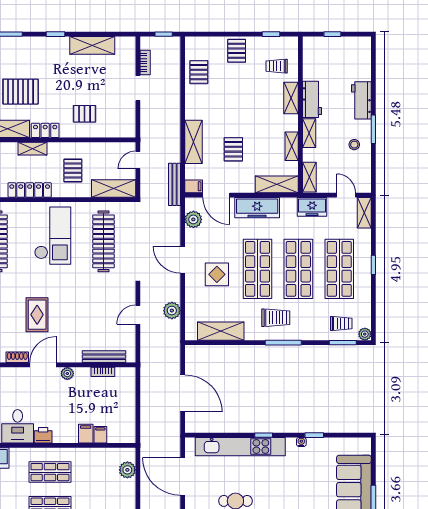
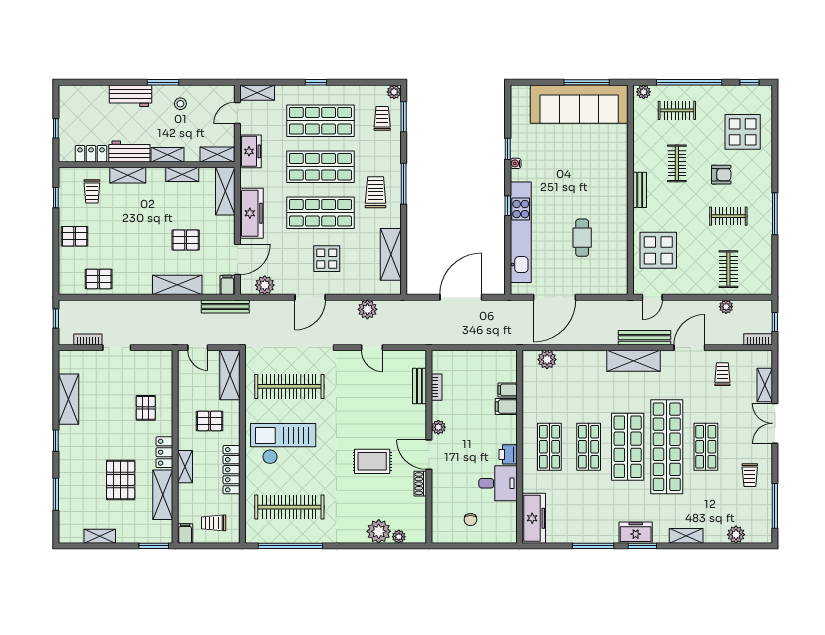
locker: (310, 65) -> (91, 154), added
bench: (104, 357) -> (419, 386), width x0.73

